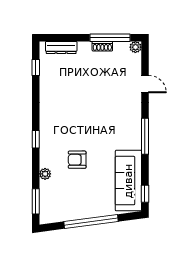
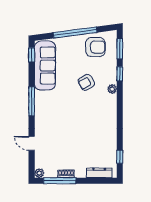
window: (36, 139) -> (120, 74), moved
armchair: (77, 160) -> (86, 82), turned 151
plant: (45, 174) -> (112, 89), moved
armchair: (66, 203) -> (95, 47), added

